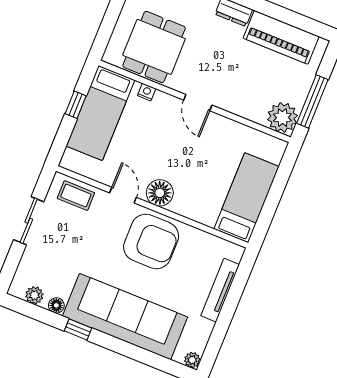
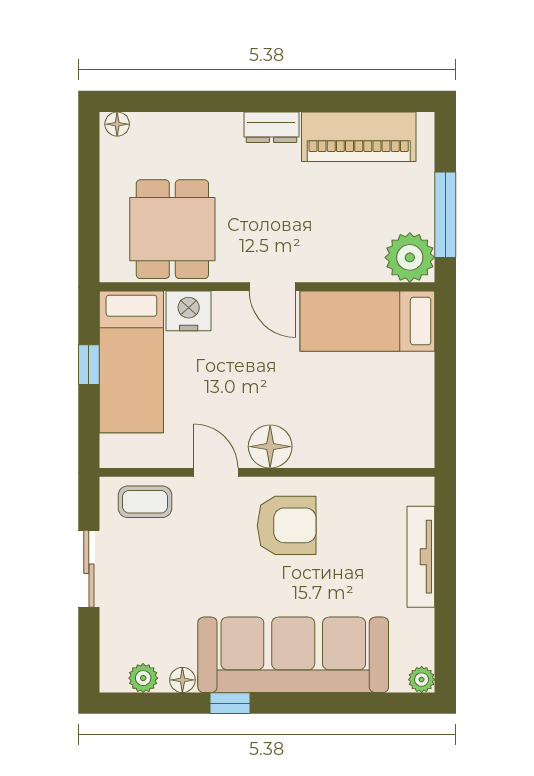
nightstand: (147, 92) -> (189, 311), width x1.89, depth x1.79
bed: (246, 198) -> (367, 321), moved, turned -90
armchair: (151, 241) -> (287, 525), width x0.73, depth x0.73

